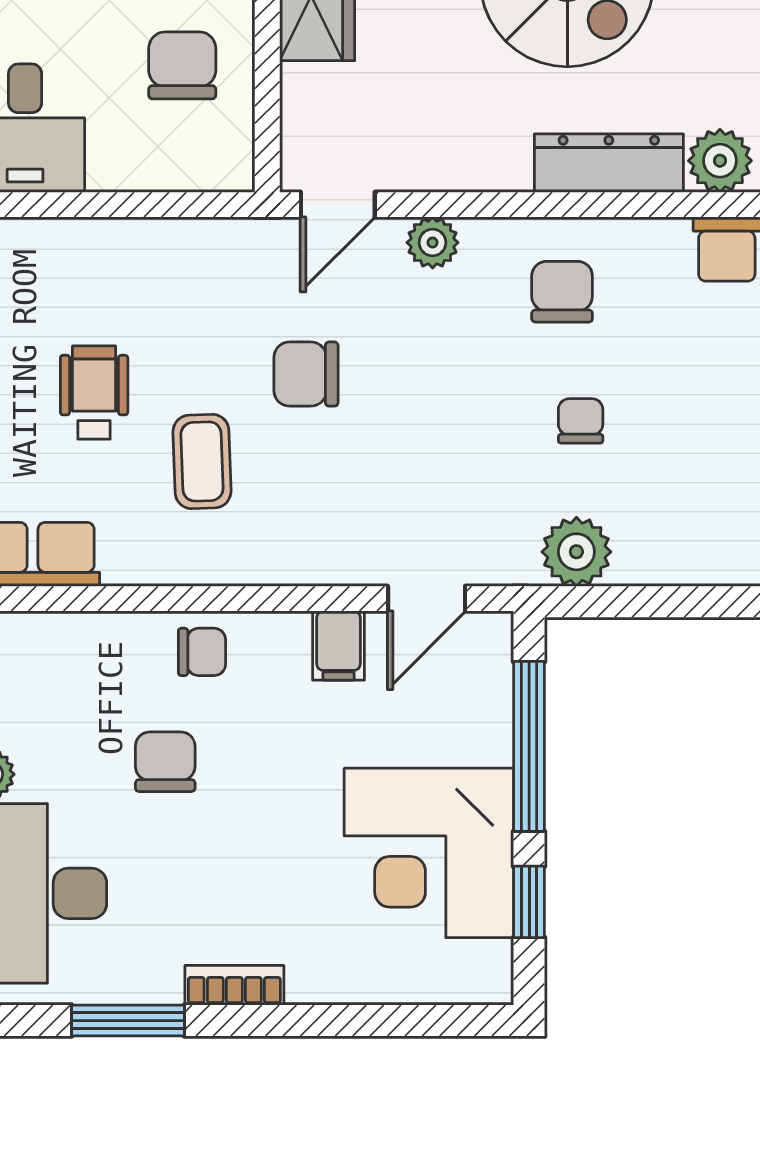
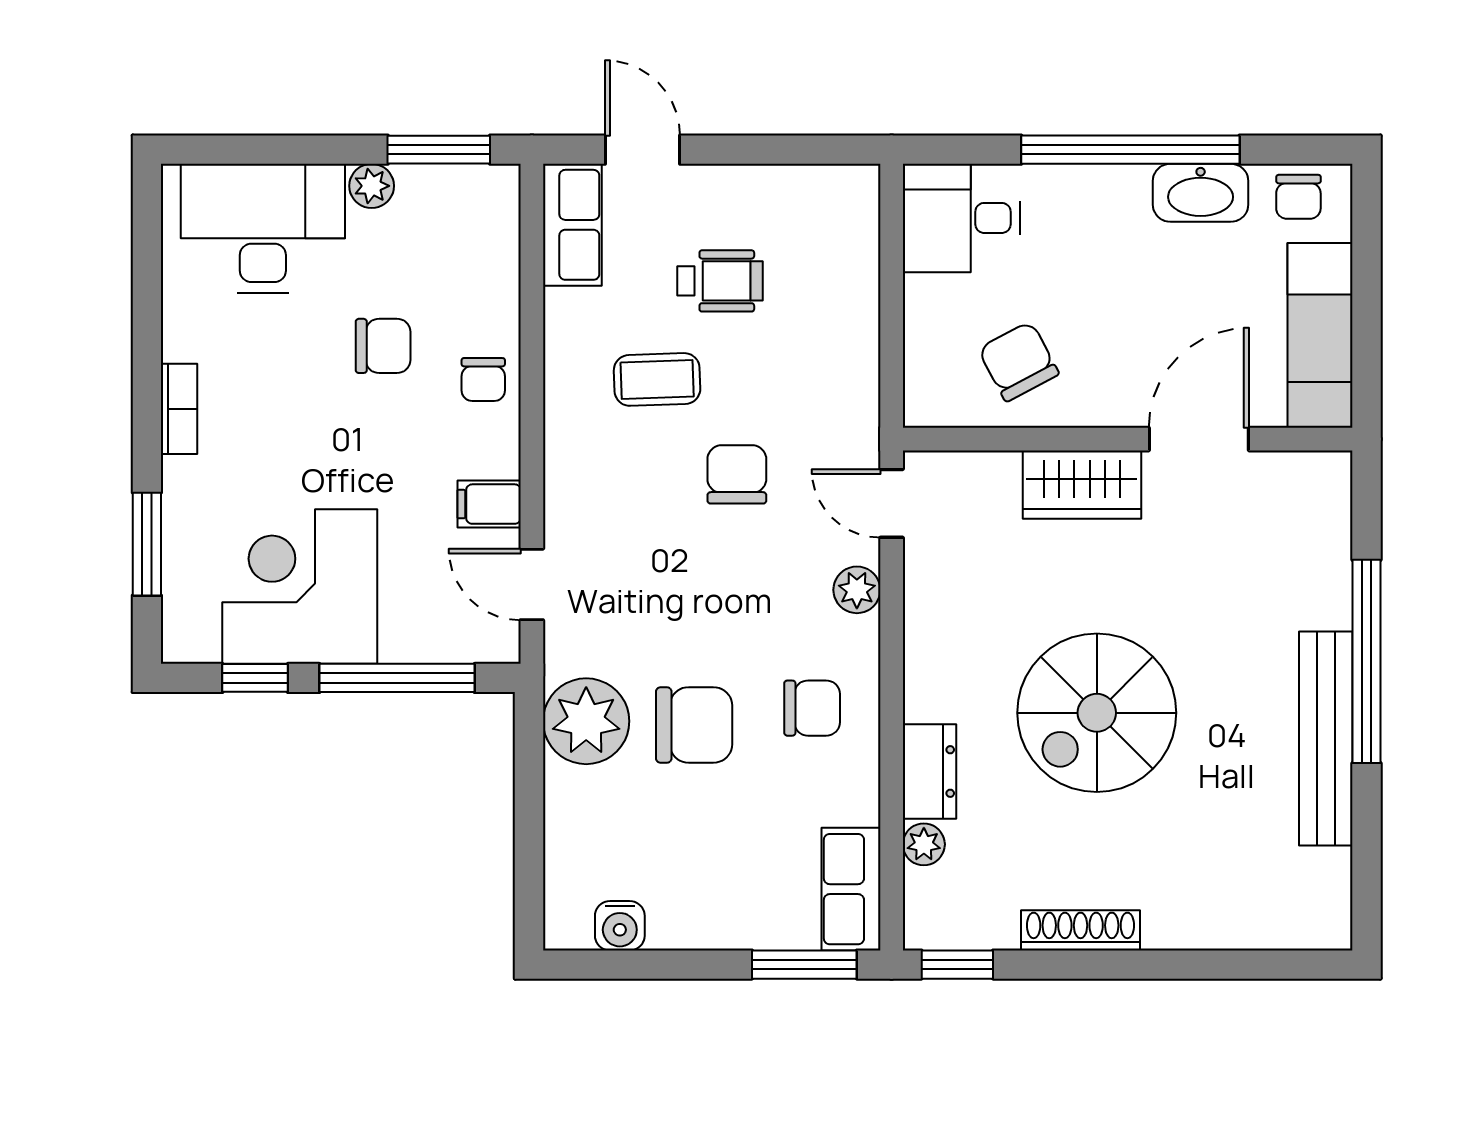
chair: (182, 65) -> (1019, 361), turned -118
plant: (720, 161) -> (924, 844), width x0.73, depth x0.73
dresser: (609, 163) -> (929, 772), width x0.70
chair: (581, 421) -> (694, 725), width x1.87, depth x1.87
plant: (576, 552) -> (586, 721), width x1.36, depth x1.36
window: (128, 1021) -> (147, 544), moved

